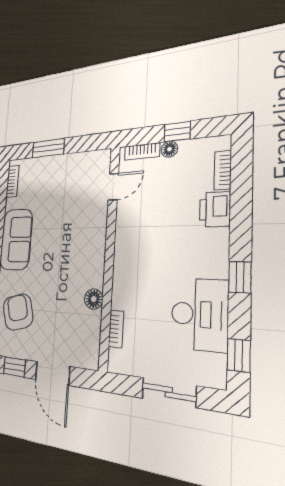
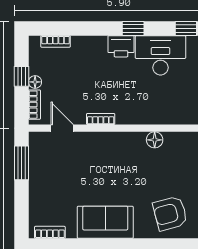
window: (48, 148) -> (21, 163), moved
printer: (215, 209) -> (121, 46), moved
bookcase: (116, 329) -> (101, 119), moved

